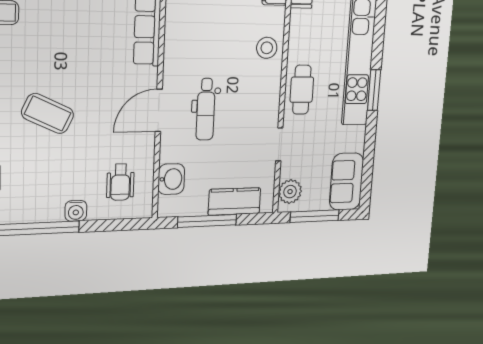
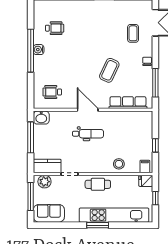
dental chair: (206, 109) -> (88, 134), turned 180
coffee table: (48, 114) -> (109, 70), moved
washbasin: (171, 179) -> (41, 118), moved
kitchen counter: (234, 201) -> (47, 166), moved, turned -90
water cooler: (76, 211) -> (39, 50), moved

